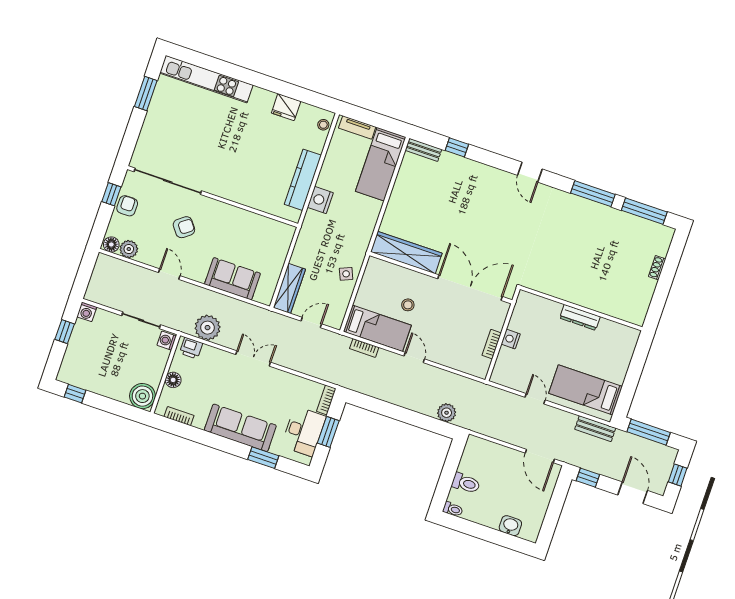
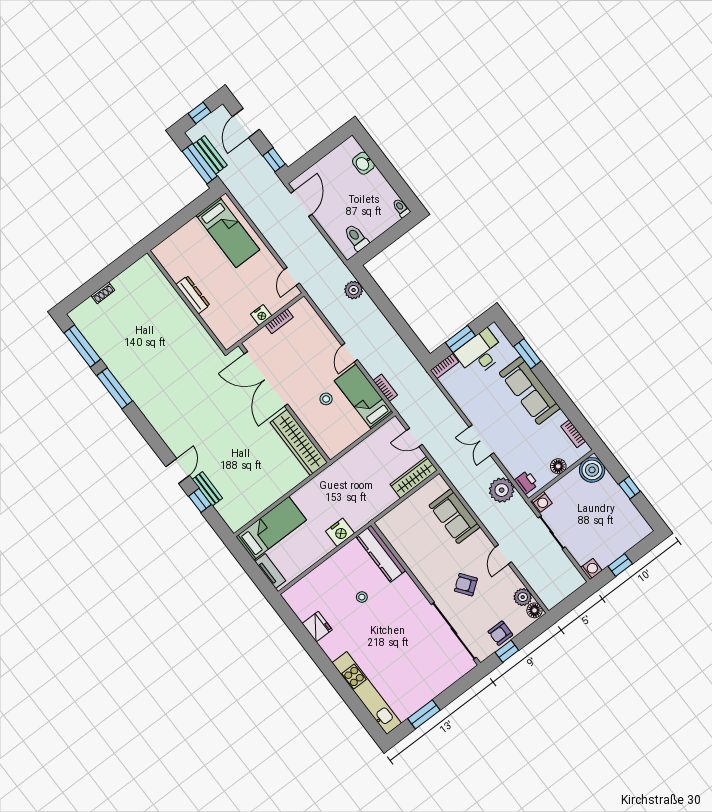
stool: (323, 125) -> (362, 597), moved
bench: (423, 150) -> (207, 489), moved
door: (530, 172) -> (178, 471), moved
kitchen counter: (303, 180) -> (381, 554), moved, turned 90
side table: (346, 274) -> (359, 458), removed
window: (75, 394) -> (629, 488), moved
door: (535, 399) -> (292, 276), moved
bench: (595, 429) -> (210, 155), moved
toilet: (466, 483) -> (356, 238), moved

